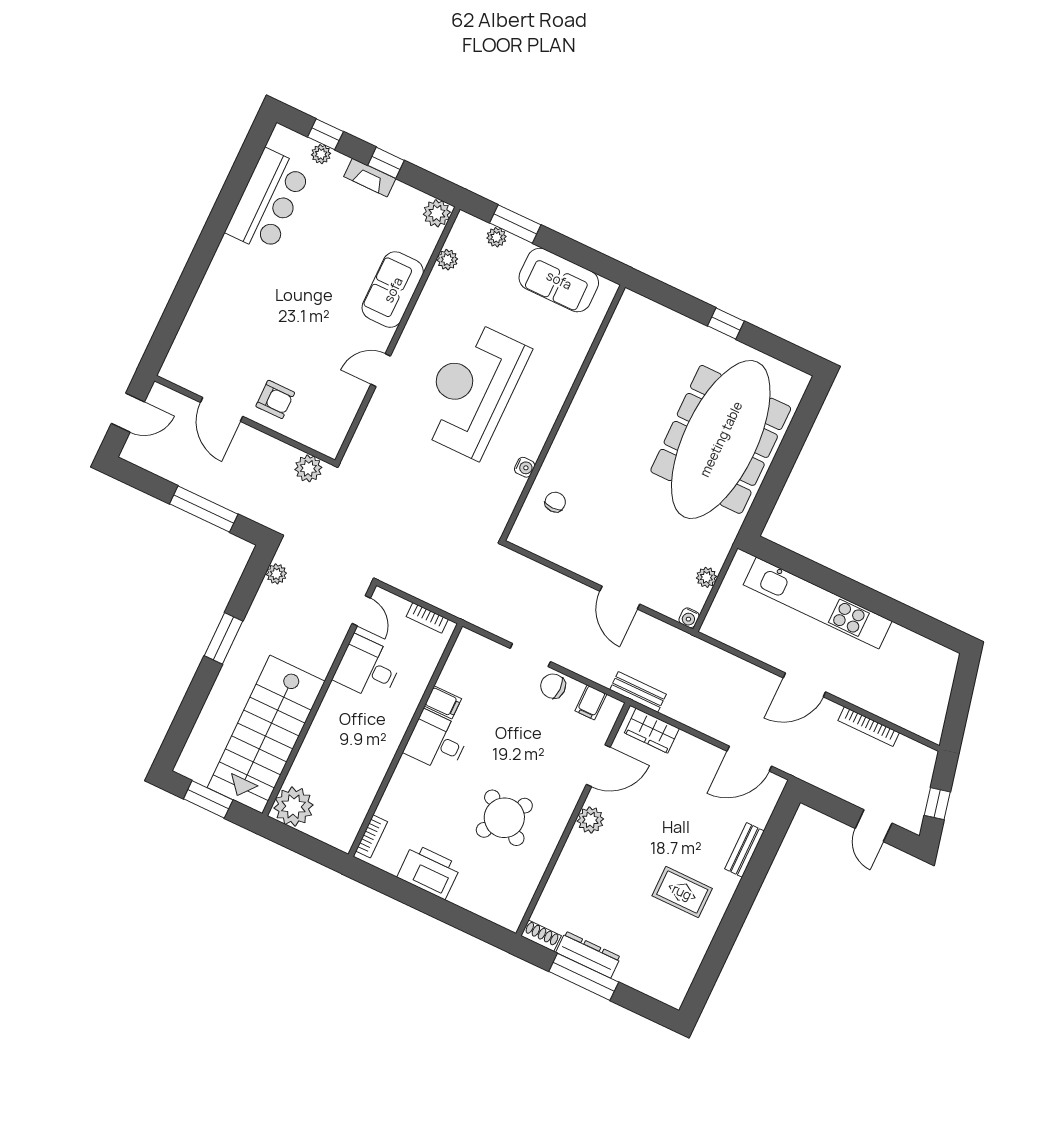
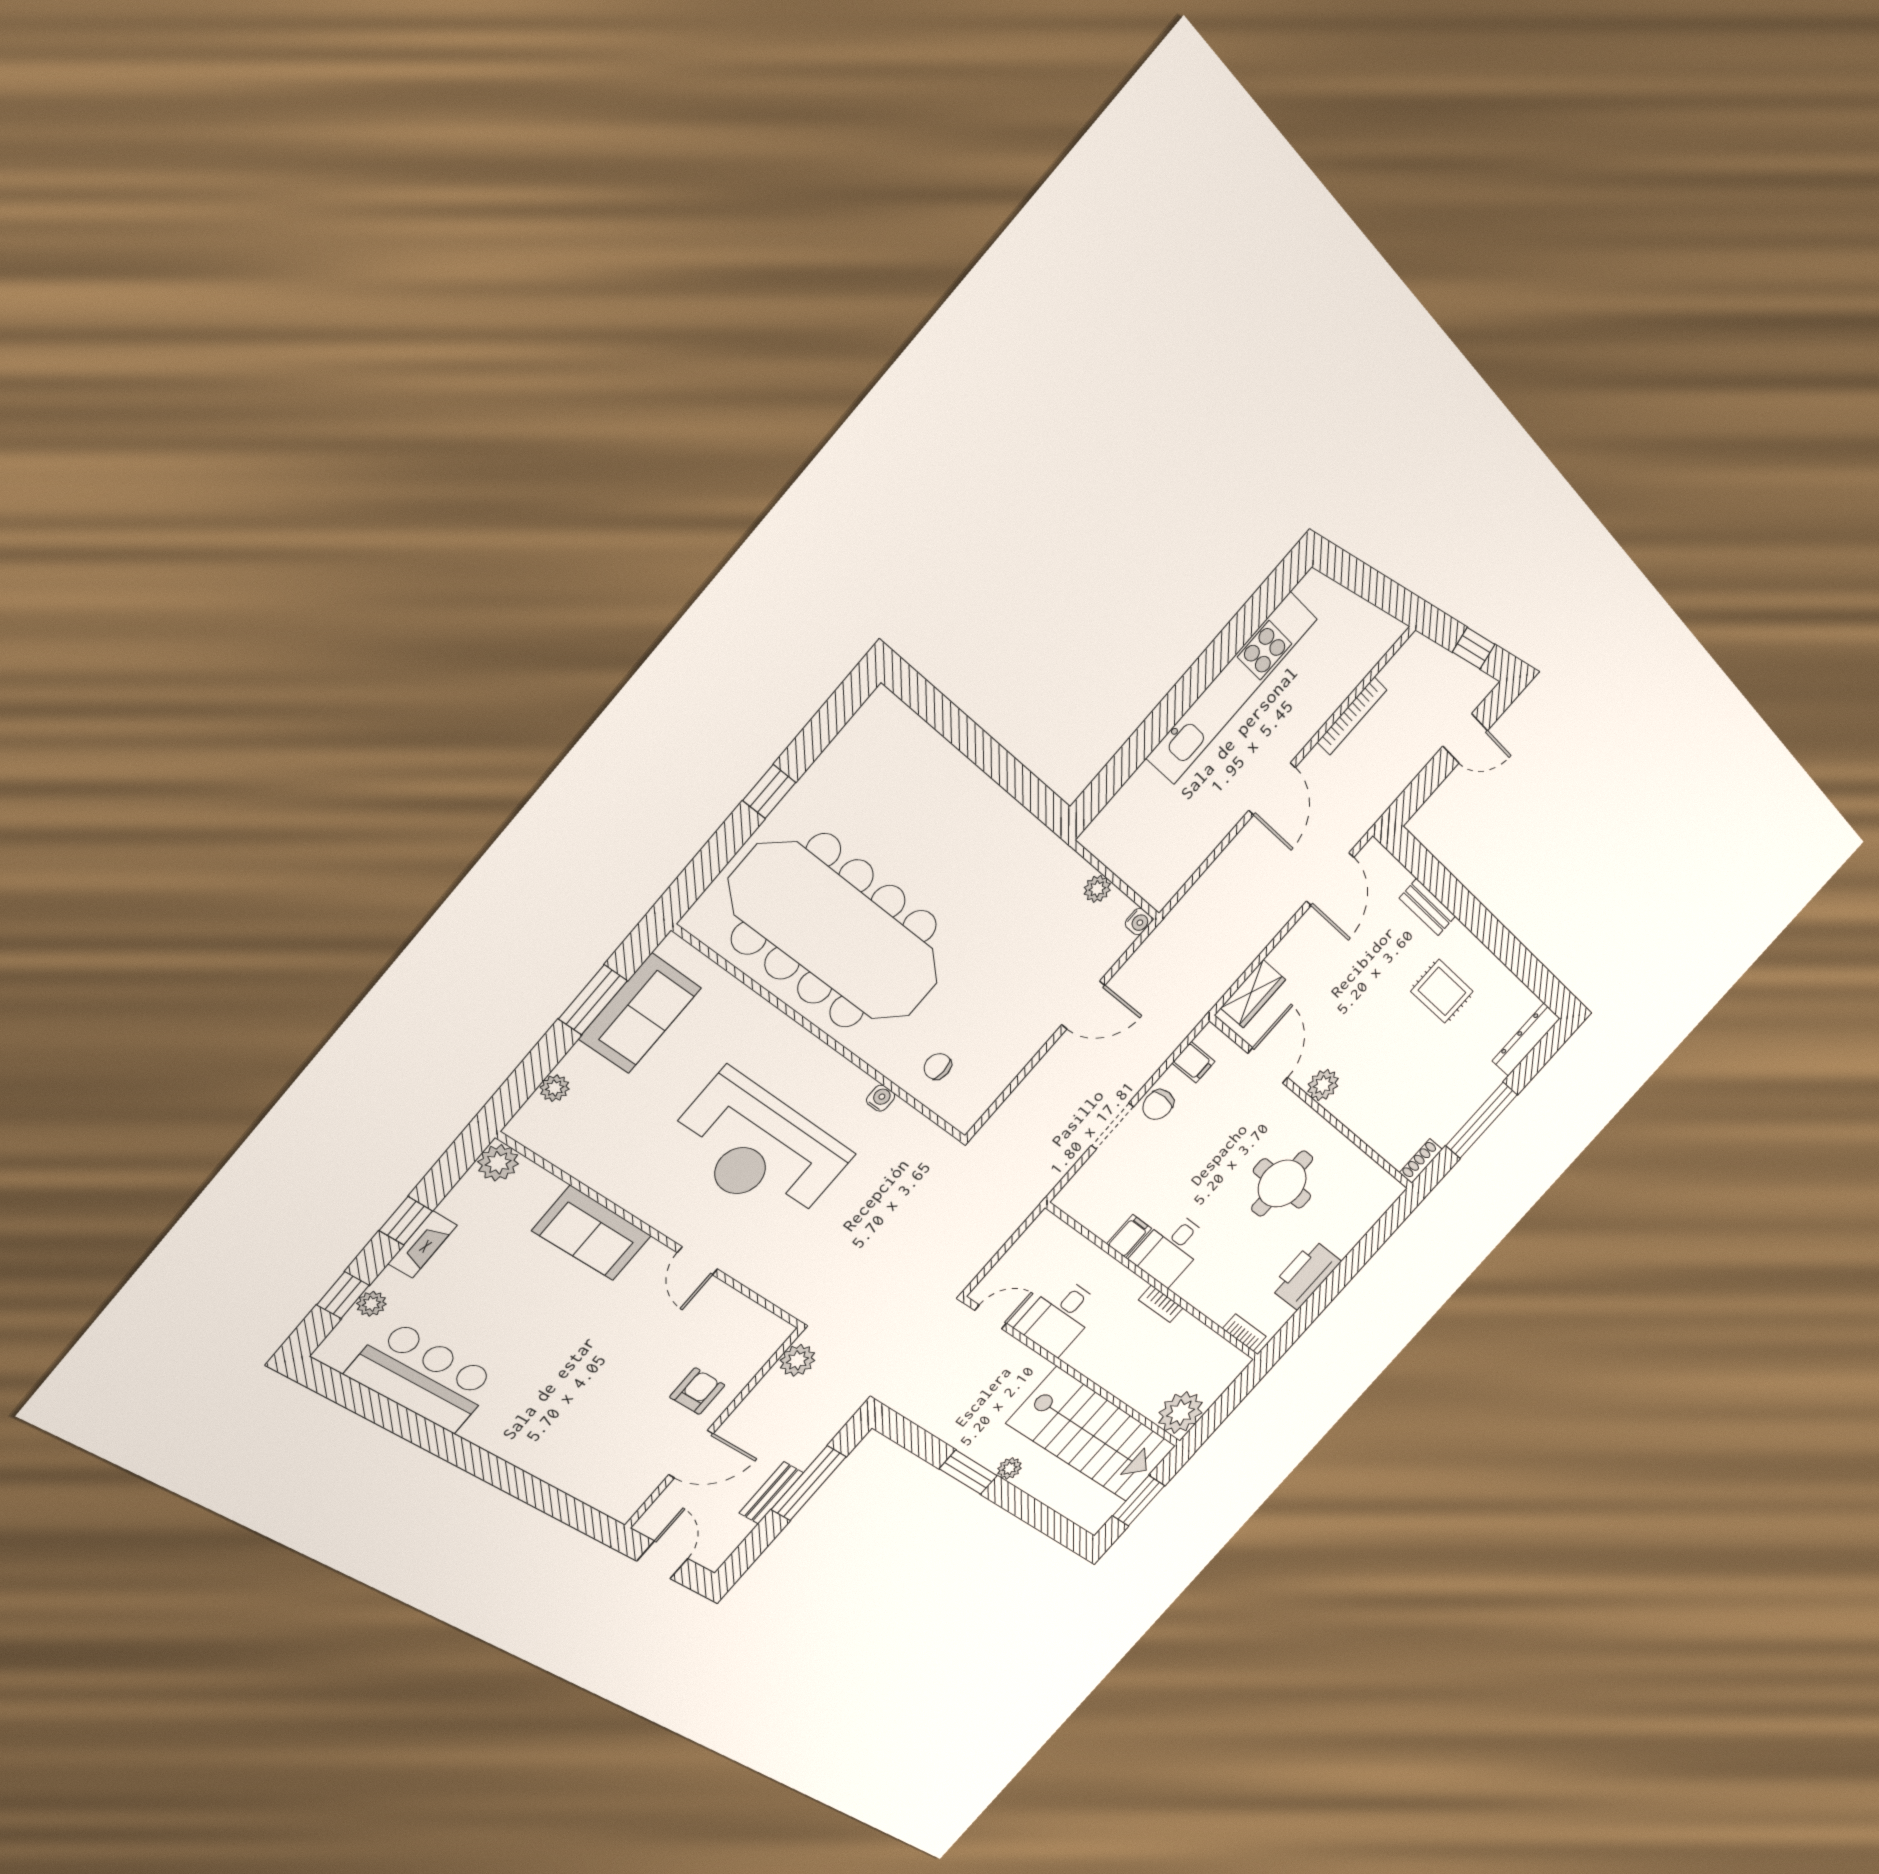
window: (515, 224) -> (593, 1000), moved
plant: (447, 260) -> (569, 1158), removed
meeting table: (721, 439) -> (835, 932), moved
plant: (276, 574) -> (1010, 1468), moved
kitchen unit: (818, 603) -> (1231, 689), moved
bookcase: (427, 618) -> (1161, 1304), moved, turned 90
bench: (638, 692) -> (771, 1493), moved
round table: (504, 818) -> (1282, 1184), turned -34
rug: (682, 892) -> (1442, 991), turned 90
dresser: (588, 955) -> (1526, 1040), moved

